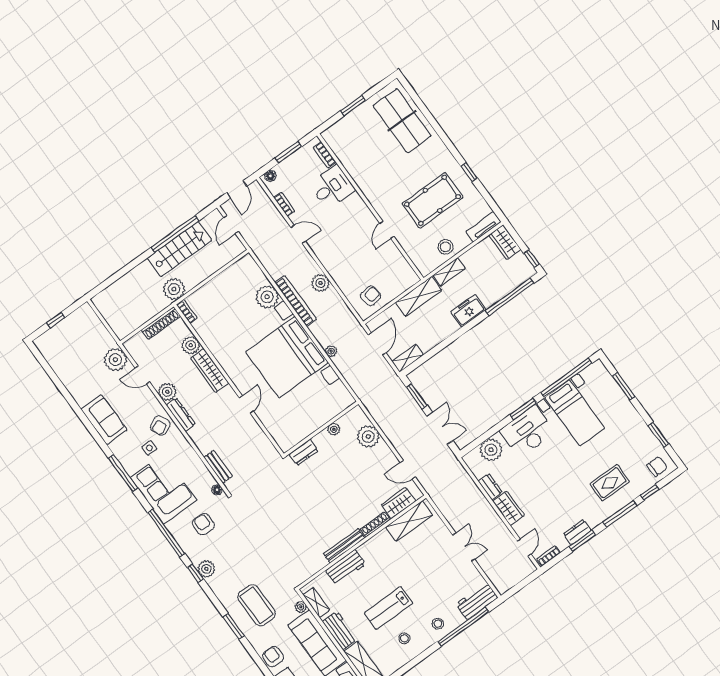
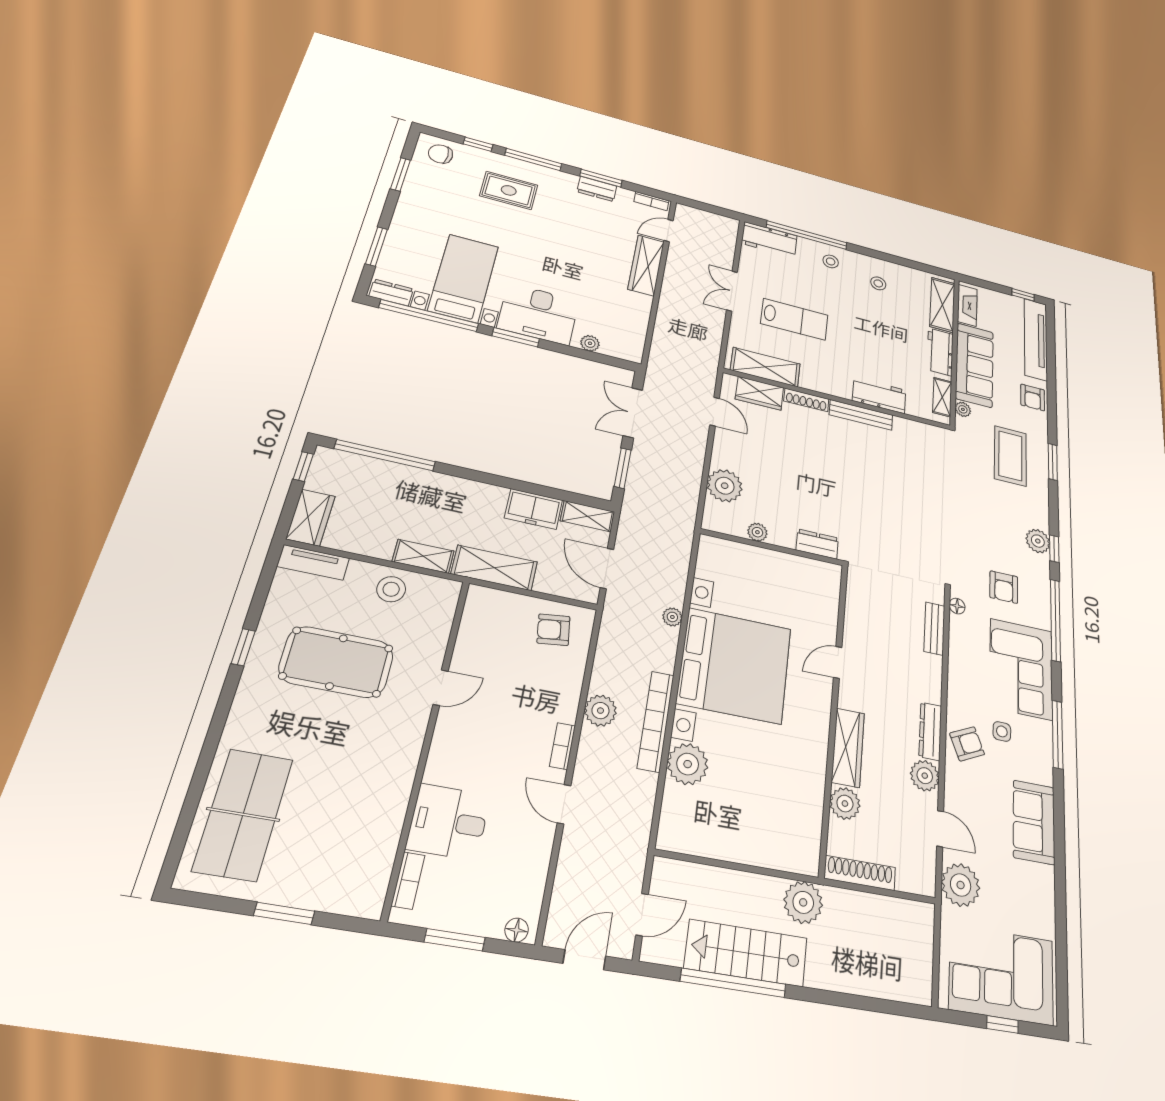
bookcase: (284, 204) -> (562, 746), moved
bookcase: (187, 311) -> (812, 854), removed
freezer: (468, 311) -> (534, 509), moved
corner sofa: (70, 339) -> (1001, 975), added
door: (377, 344) -> (607, 568), hinge flipped
plant: (491, 450) -> (590, 343), width x0.53, depth x0.53
dresser: (490, 487) -> (391, 293), moved, turned 90
wardrobe: (509, 508) -> (646, 265), width x1.50
lab bench: (389, 608) -> (794, 319), moved

